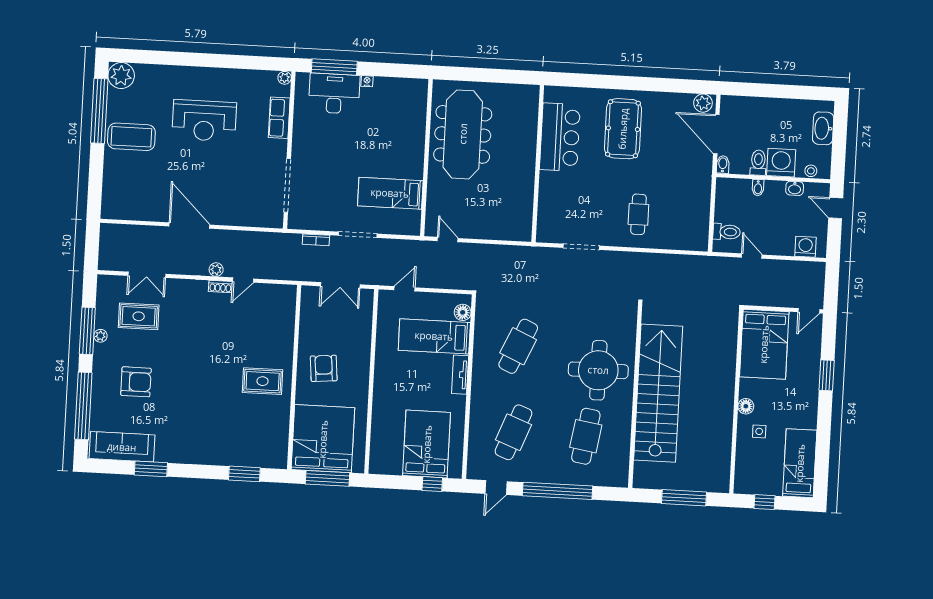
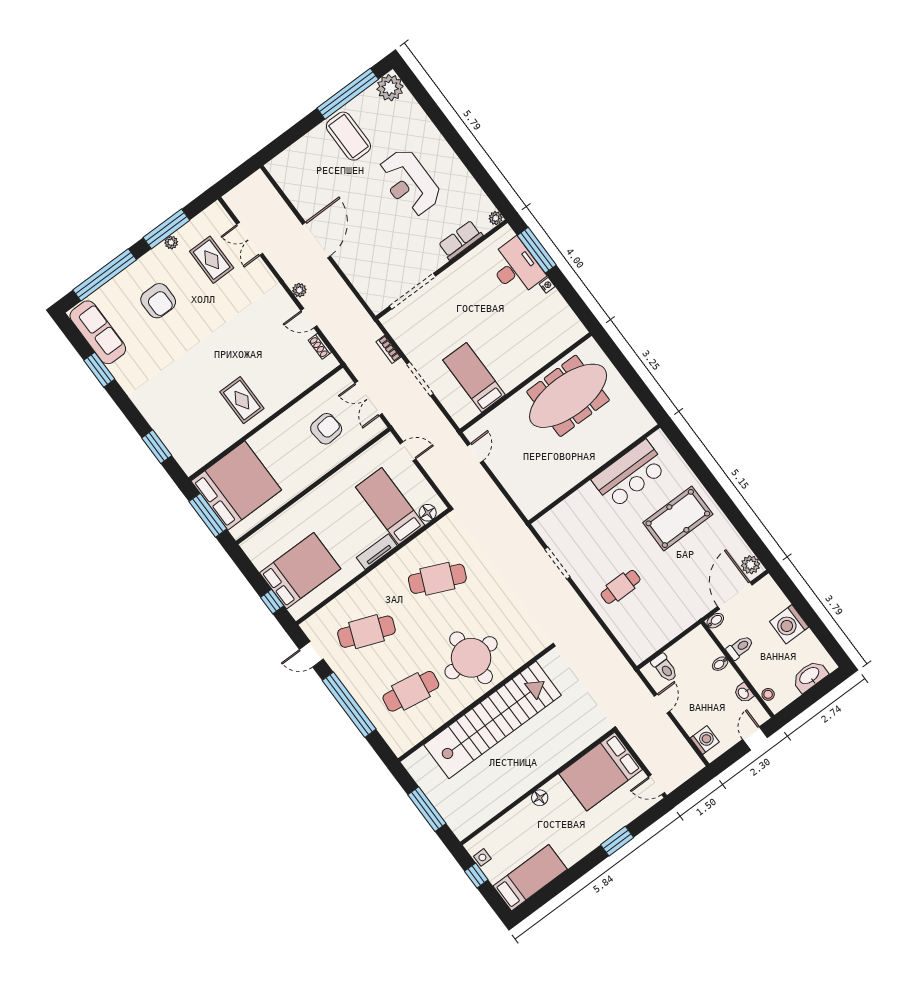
washing machine: (781, 163) -> (789, 624), moved, turned 180
shoe rack: (220, 287) -> (320, 346), moved
armchair: (324, 368) -> (326, 429), moved
side table: (759, 431) -> (482, 857), moved

